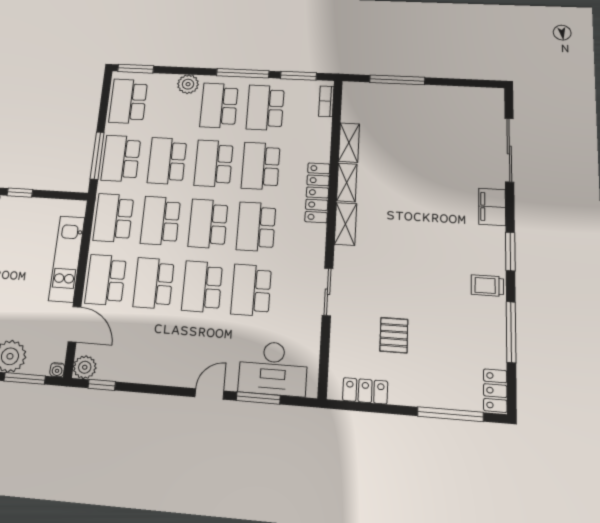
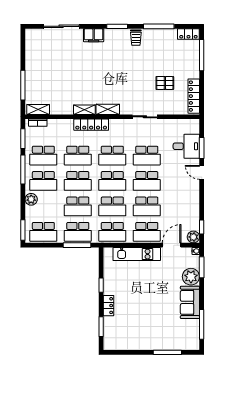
shelving: (349, 143) -> (38, 109), moved
desk: (273, 368) -> (186, 146), width x0.73
locker: (365, 391) -> (194, 96), width x1.53

